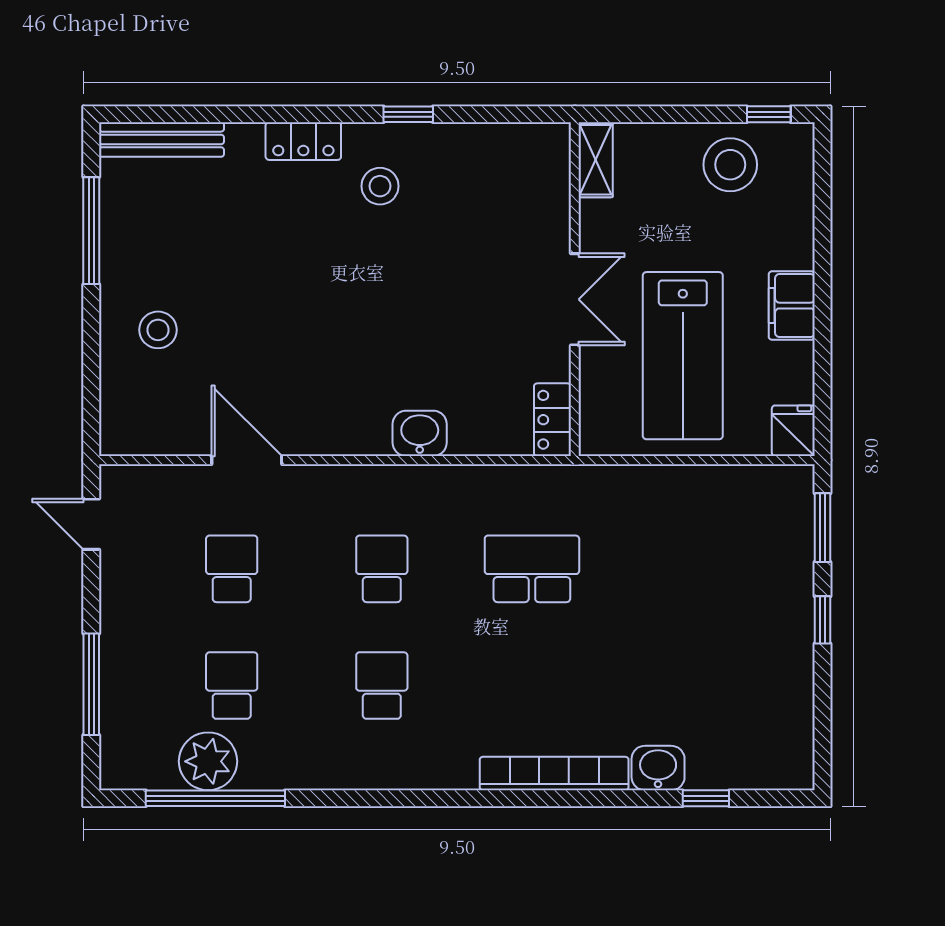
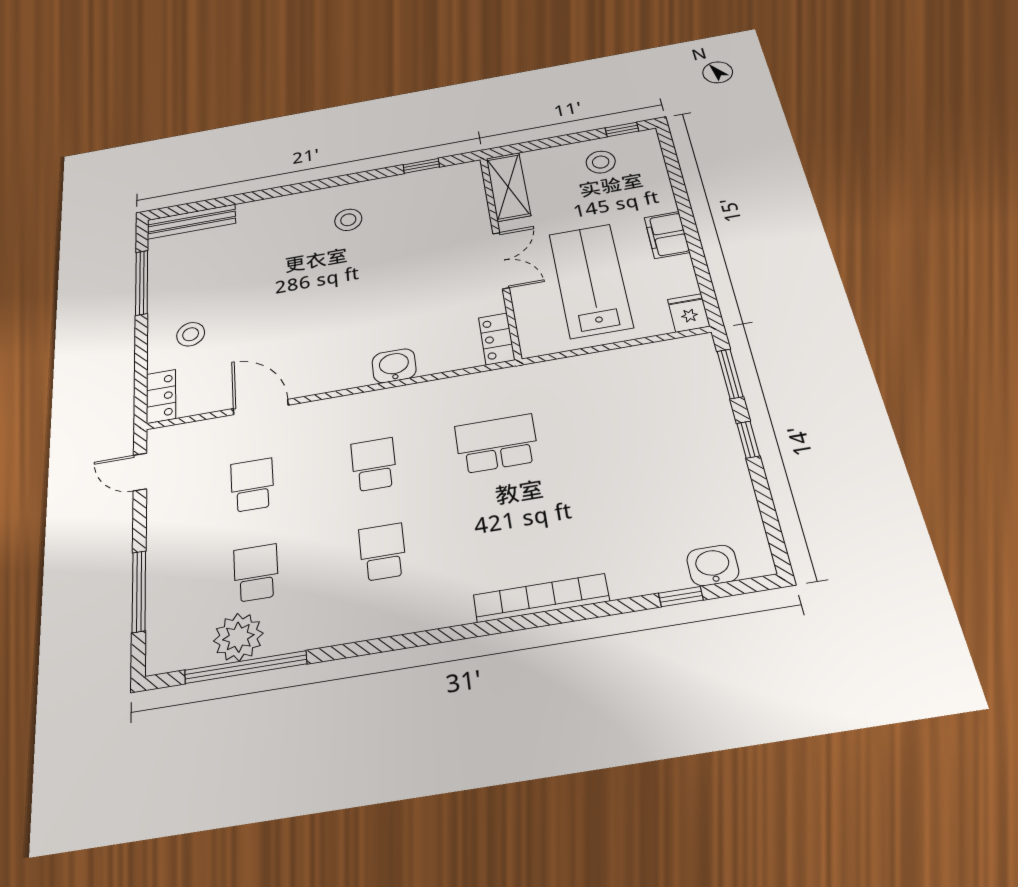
window: (408, 114) -> (421, 166), moved
locker: (303, 141) -> (161, 396), moved, turned -90
shelving: (596, 160) -> (508, 187), width x1.50, depth x1.33
stool: (730, 165) -> (601, 162), width x0.73, depth x0.73
lab bench: (683, 356) -> (590, 280), turned 180
washbasin: (658, 768) -> (713, 565), moved

